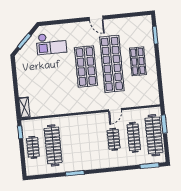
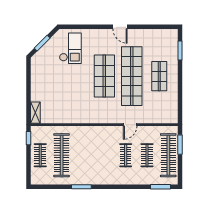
checkout: (51, 43) -> (70, 48), turned -90
clothes rail: (134, 137) -> (147, 155), width x0.73

